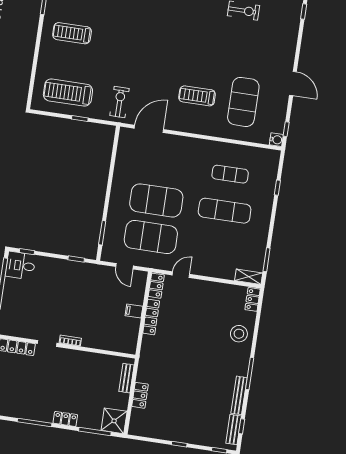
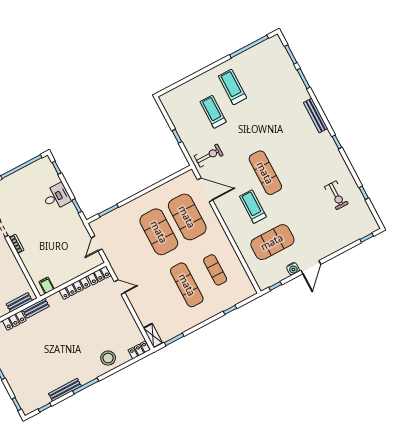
exercise mat: (174, 61) -> (265, 173), added
treadmill: (68, 93) -> (213, 112), moved, width x0.73, depth x0.73
water cooler: (276, 140) -> (293, 269), moved
exercise mat: (151, 237) -> (187, 217), moved
desk: (20, 266) -> (56, 197), moved, turned 90
filing cabinet: (134, 311) -> (47, 285), moved
bench: (234, 430) -> (36, 308), moved

